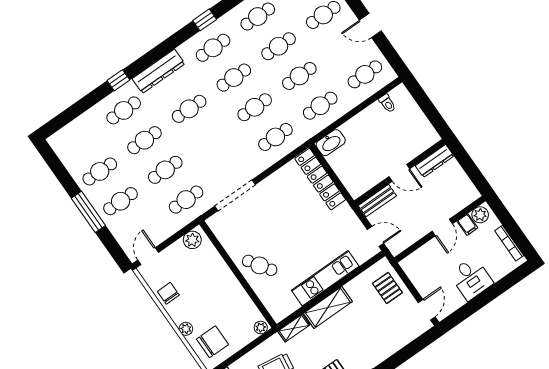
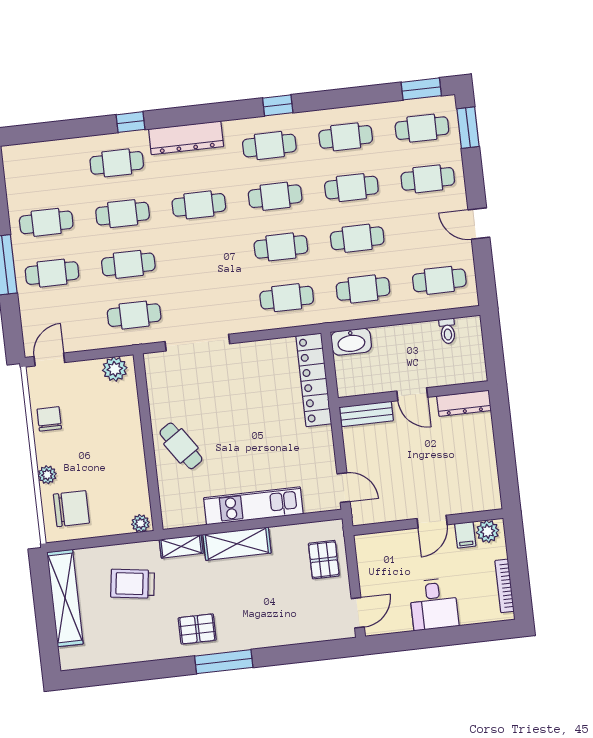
dresser: (435, 161) -> (464, 403), moved
wall: (400, 172) -> (413, 394), moved
door: (399, 173) -> (412, 394), moved
bench: (377, 201) -> (366, 414), moved

